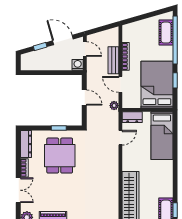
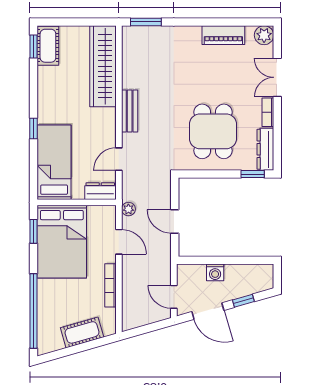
cot: (166, 33) -> (82, 332), moved, turned 74
bench: (113, 60) -> (130, 111), moved
washing machine: (78, 65) -> (215, 272), moved
window: (175, 80) -> (34, 231), moved
window: (59, 128) -> (253, 174), moved
window: (175, 157) -> (34, 129), added

